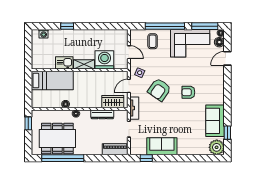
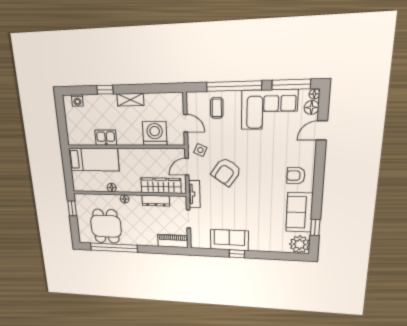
shelving: (84, 64) -> (130, 100), moved
armchair: (188, 92) -> (296, 176), moved
wardrobe: (113, 102) -> (161, 186), width x1.50
dining table: (57, 139) -> (106, 226), width x0.73
window: (146, 158) -> (237, 254), moved

